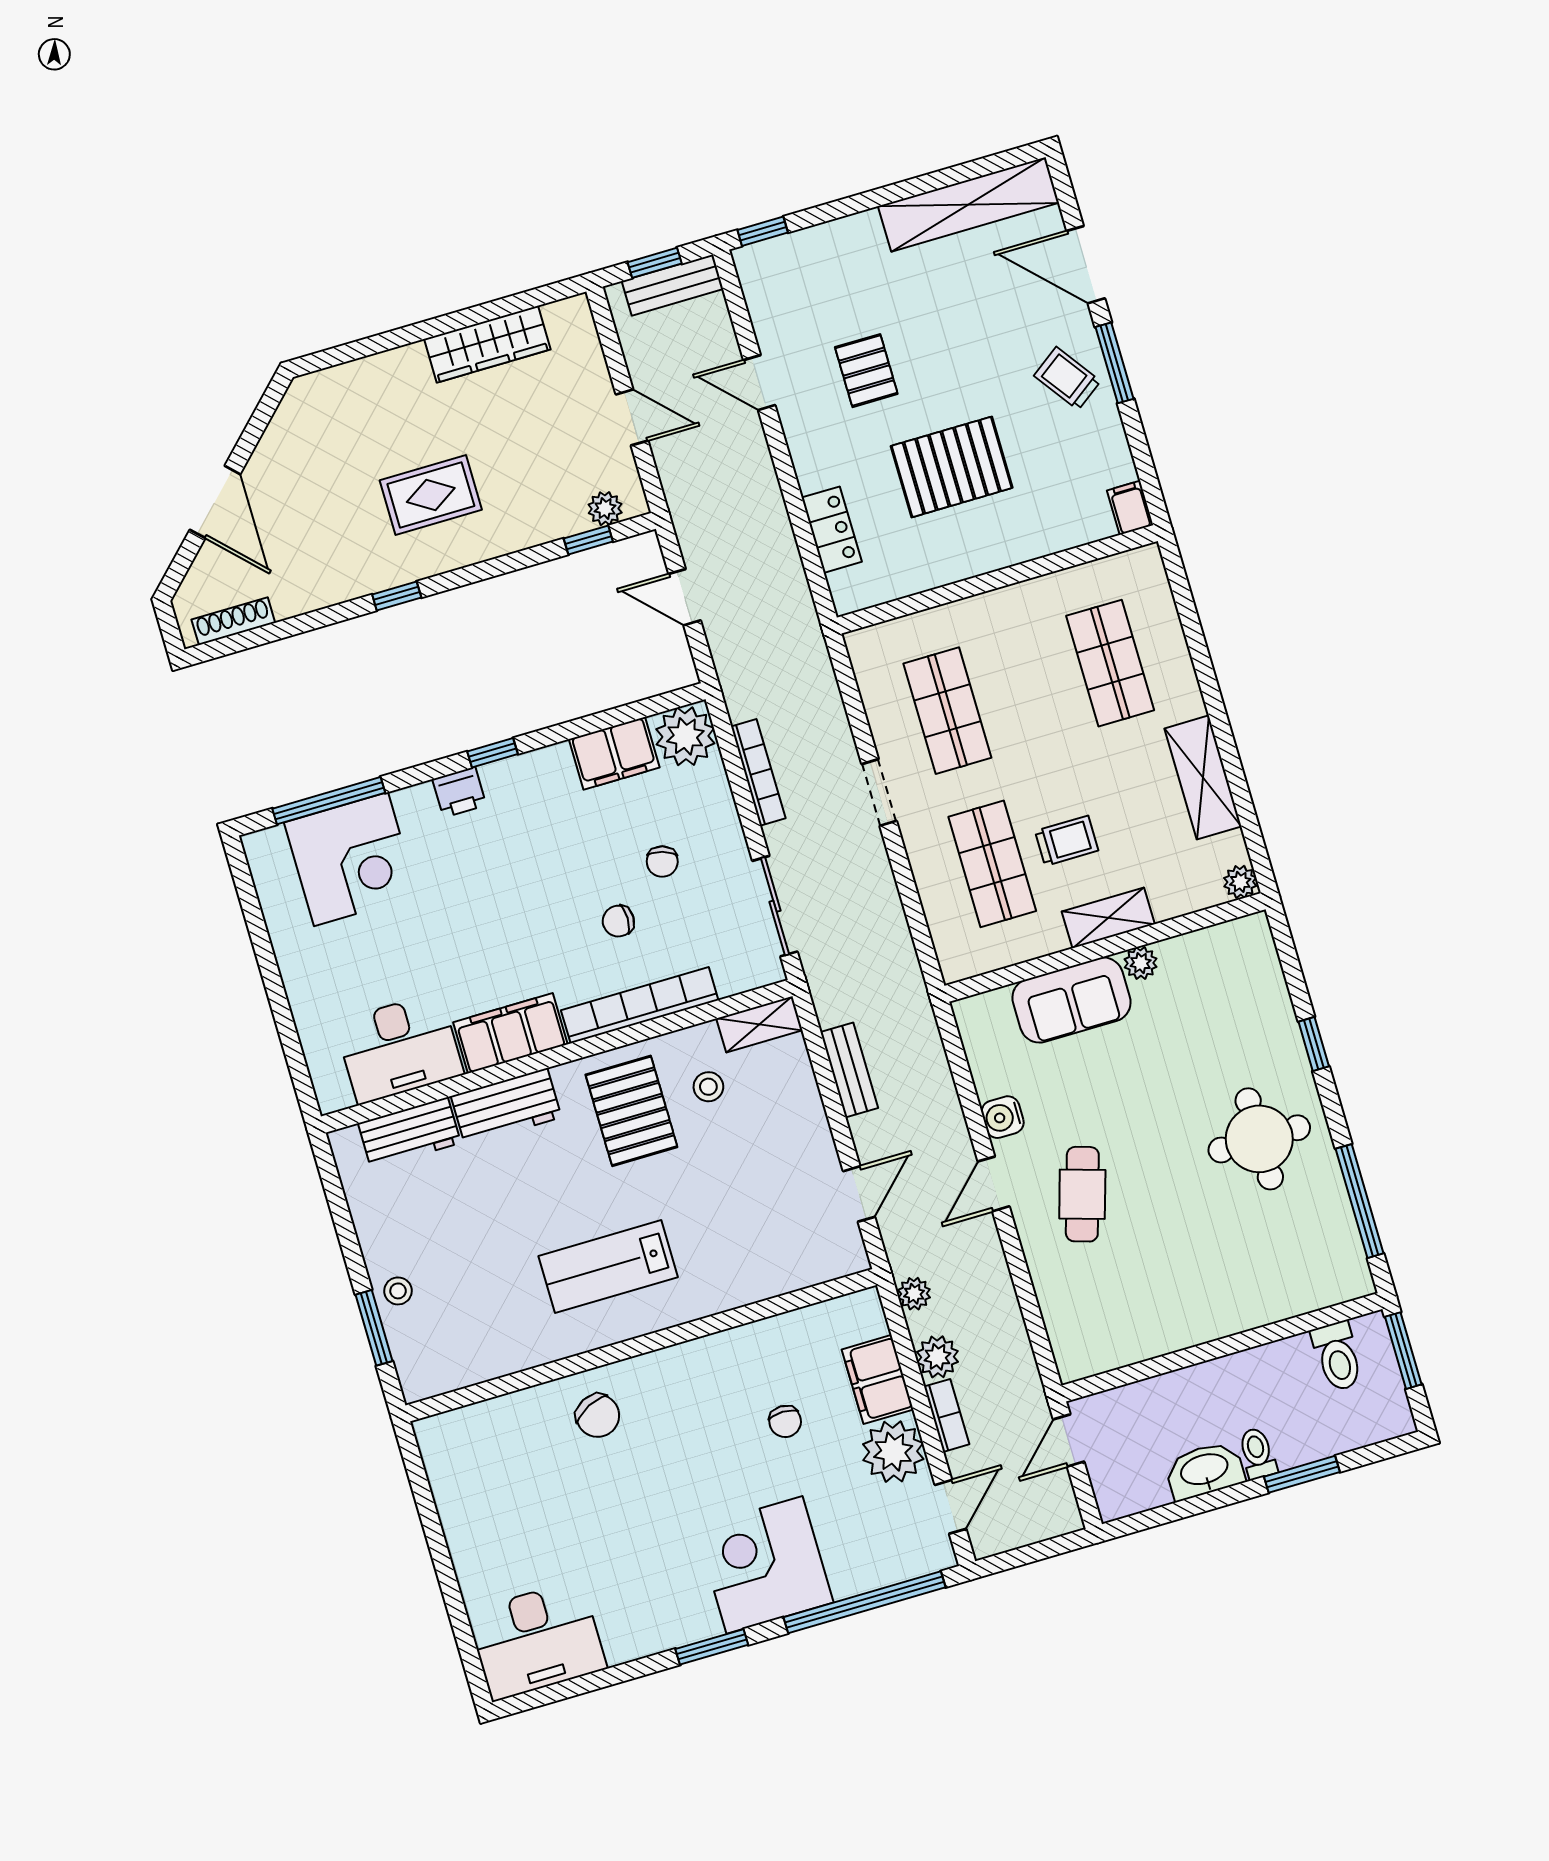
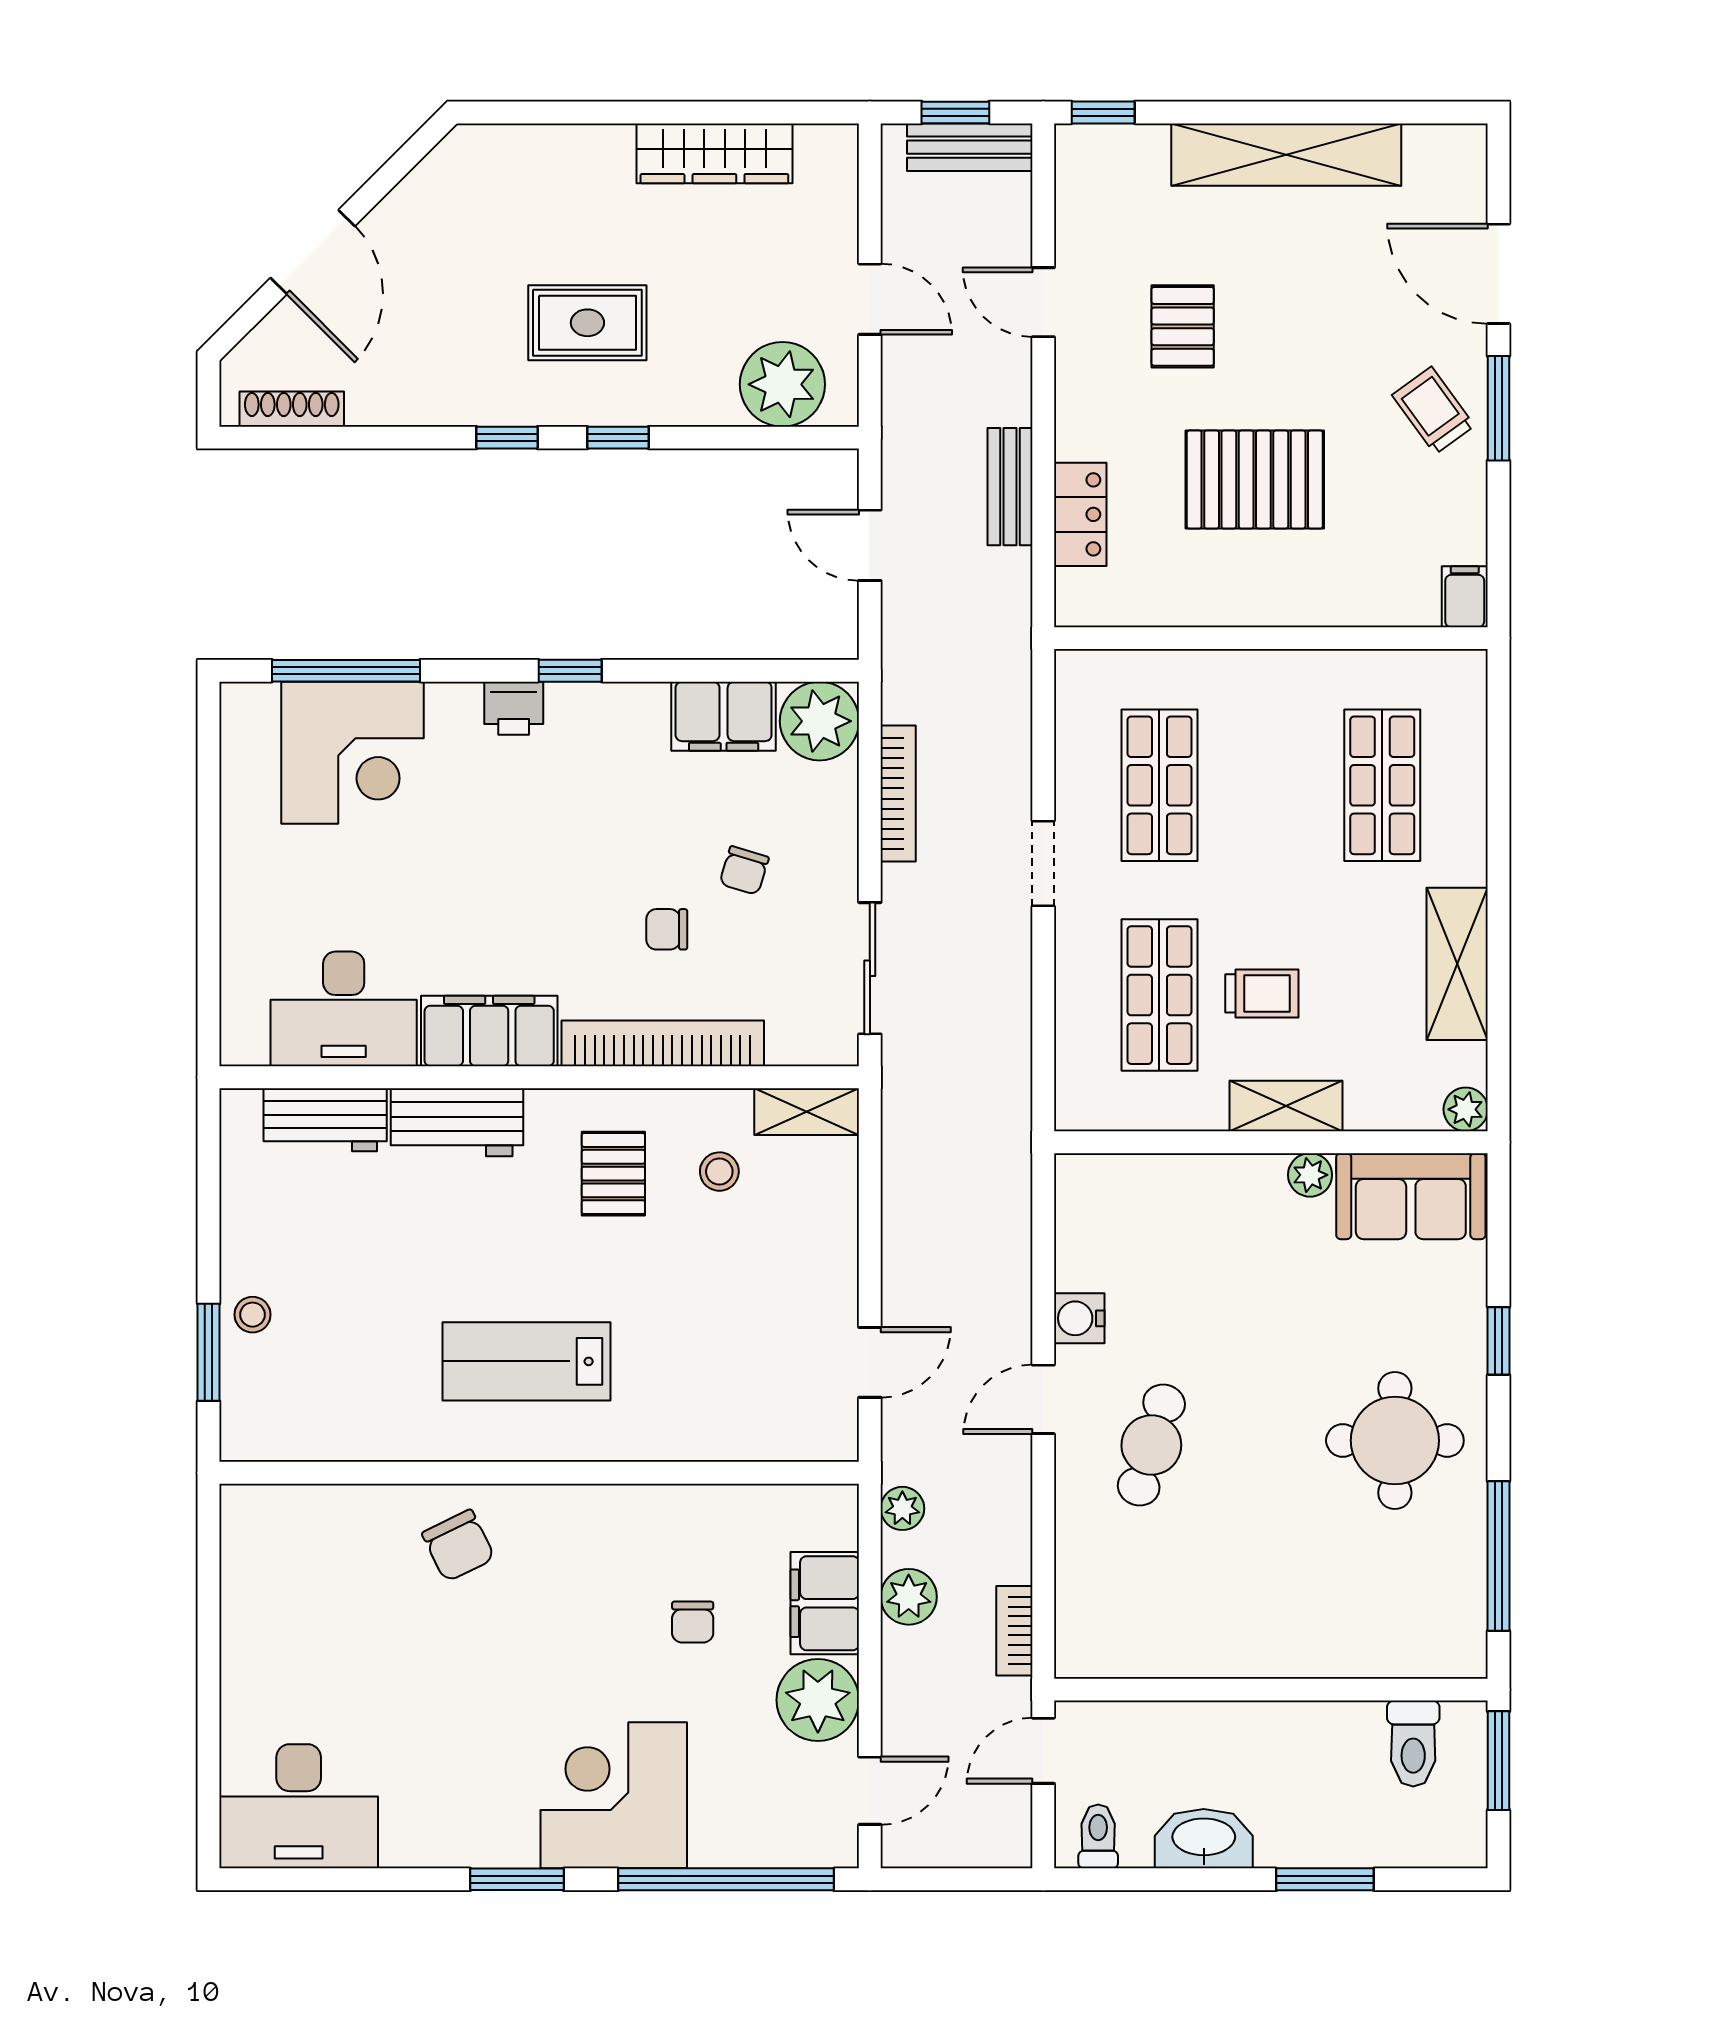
shelving: (968, 204) -> (1286, 155), moved
plant: (605, 509) -> (782, 384), width x1.87, depth x1.87
window: (588, 540) -> (618, 438), moved
sofa: (1071, 1000) -> (1411, 1196), moved
bench: (849, 1070) -> (1010, 487), moved
pallet: (631, 1111) -> (613, 1174), width x0.67, depth x0.71
bookcase: (947, 1415) -> (1014, 1631), moved, turned 180
toilet: (1257, 1453) -> (1098, 1836), moved

